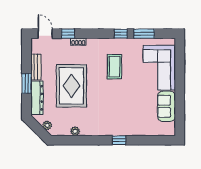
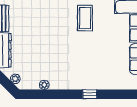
rug: (71, 86) -> (40, 38), removed

